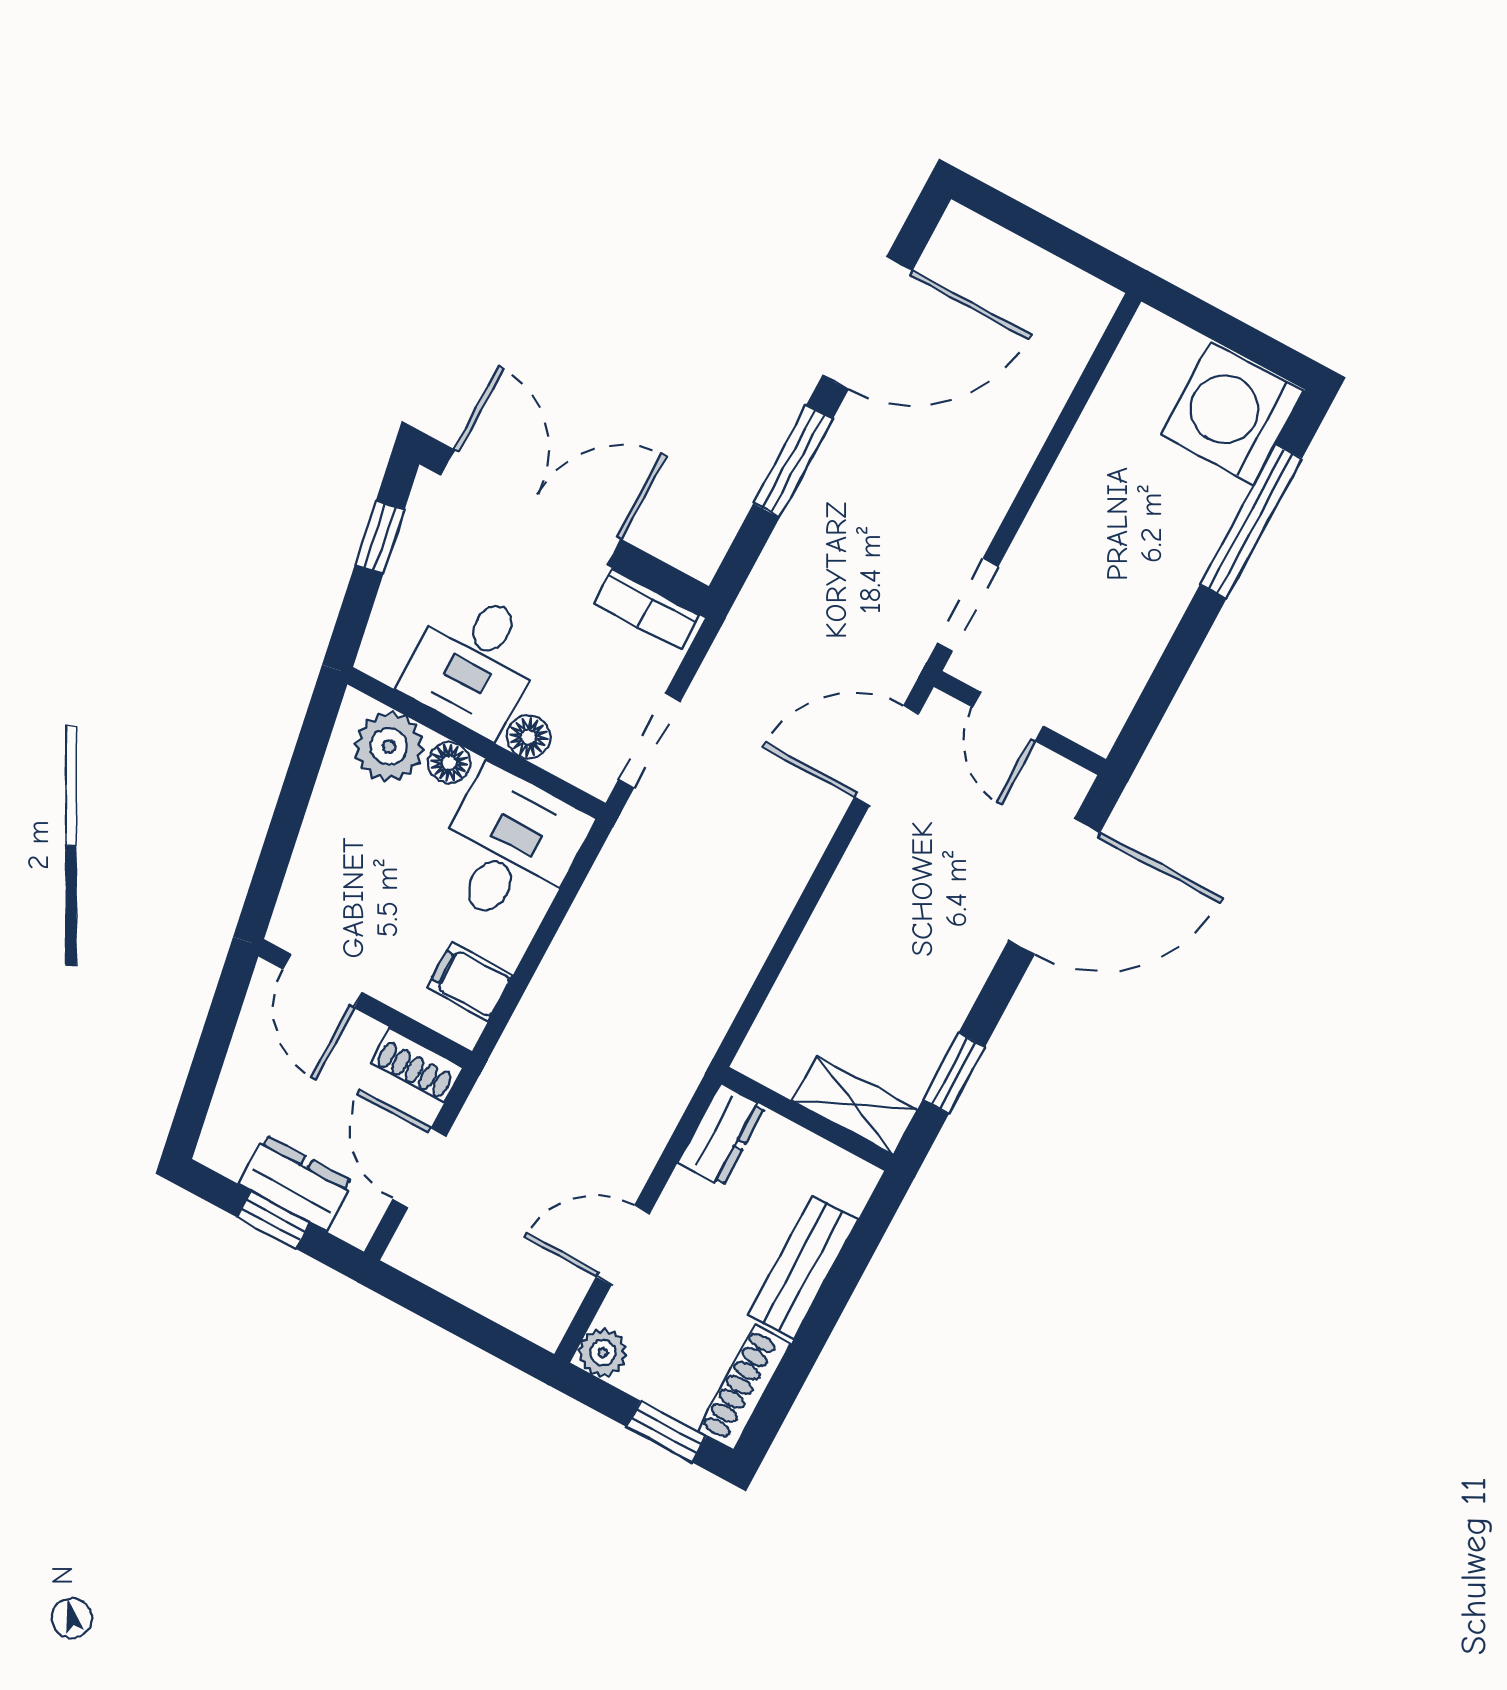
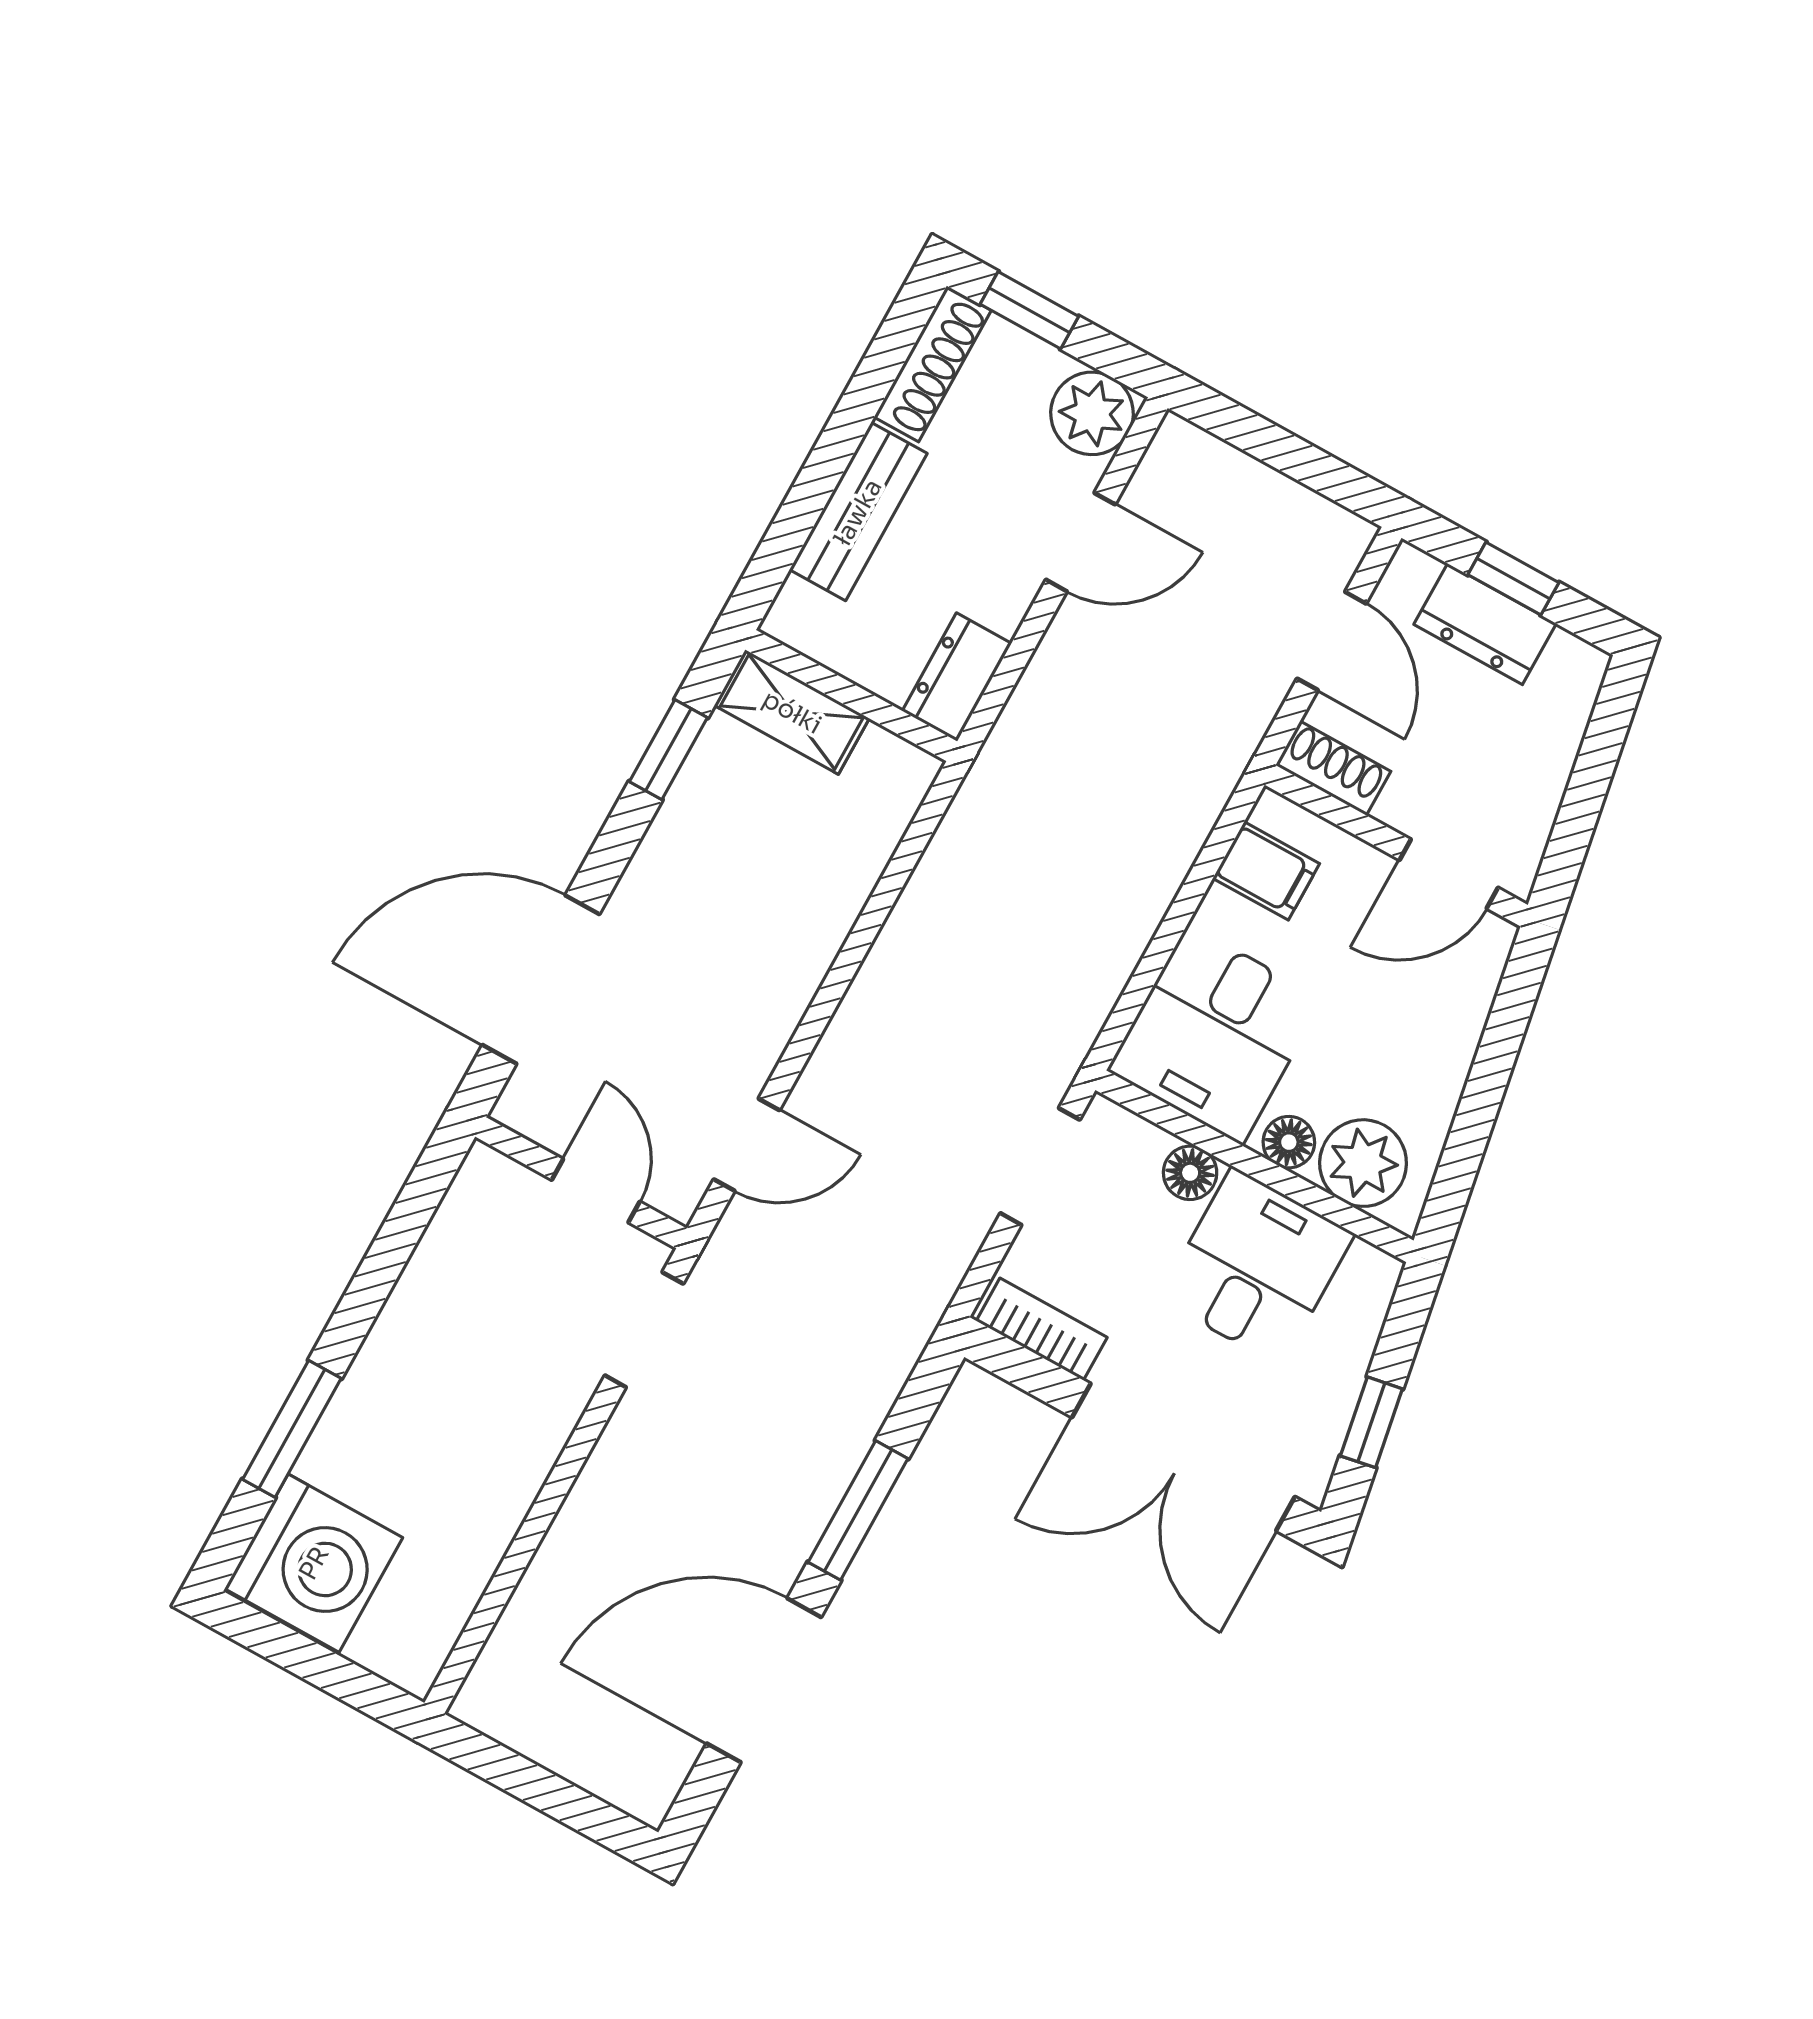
window: (1251, 521) -> (292, 1429), width x0.69
door: (887, 755) -> (747, 1145), width x0.73
door: (323, 981) -> (1449, 874), swing flipped
plant: (603, 1353) -> (1092, 413), width x1.38, depth x1.38

